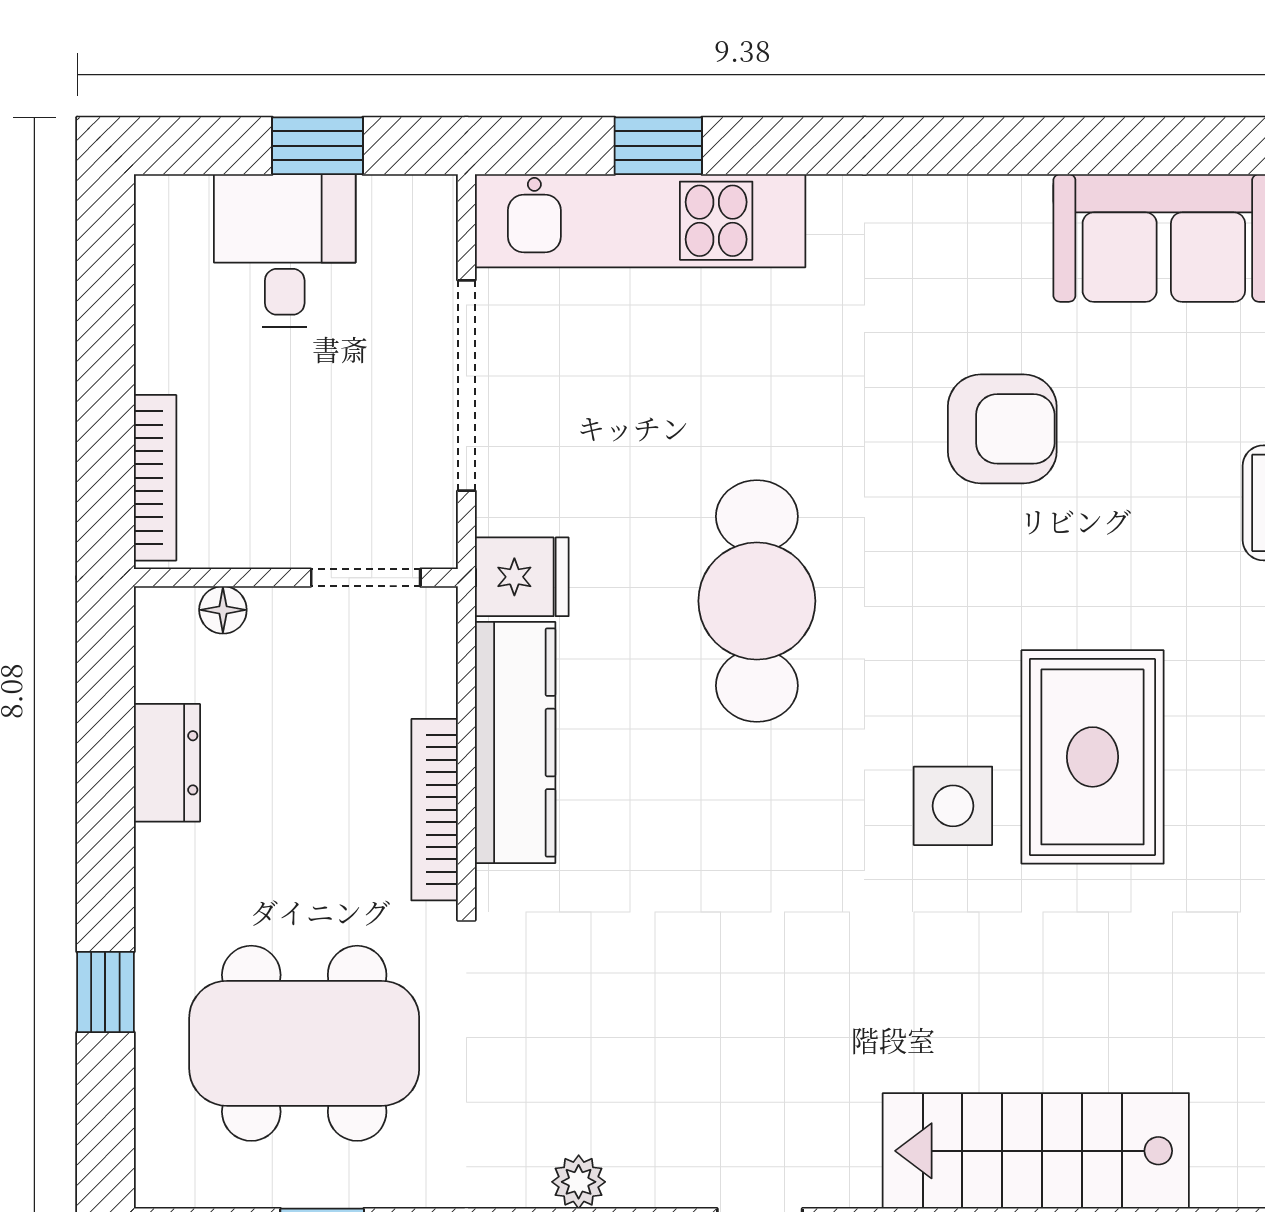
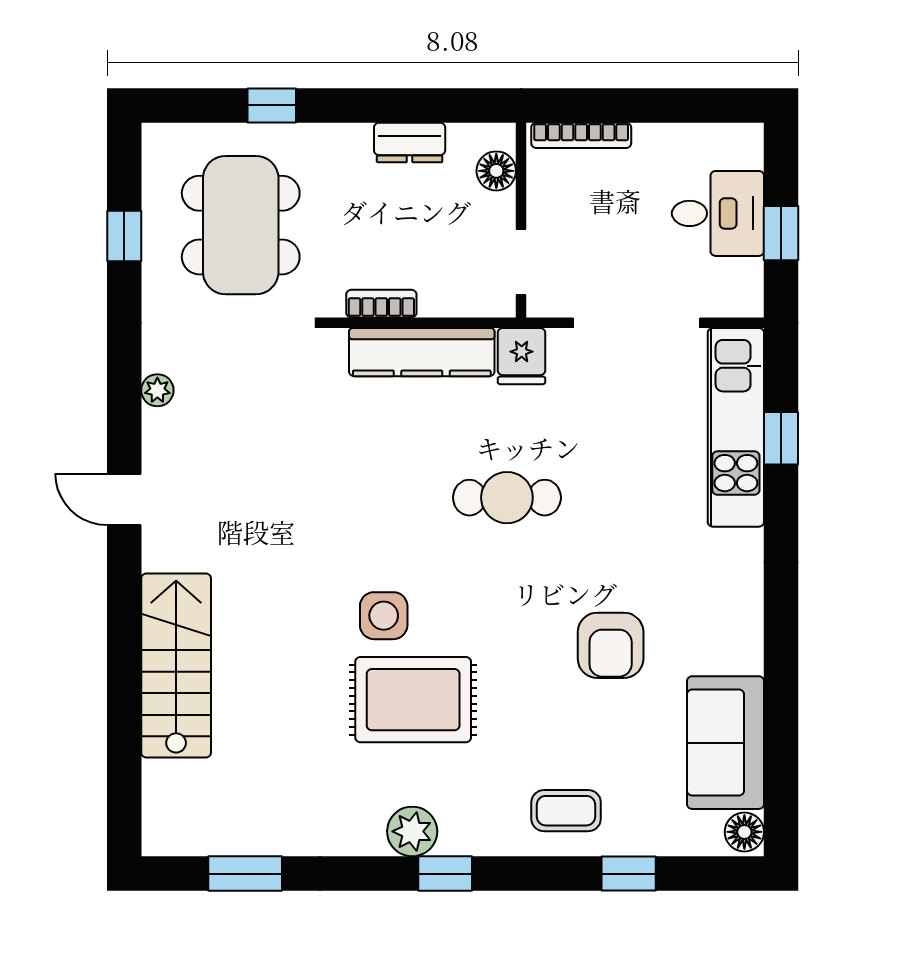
cafe table: (757, 601) -> (507, 498), width x0.73, depth x0.74
floor lamp: (223, 610) -> (496, 171), width x1.37, depth x1.37
bookcase: (435, 810) -> (381, 304), width x0.64

